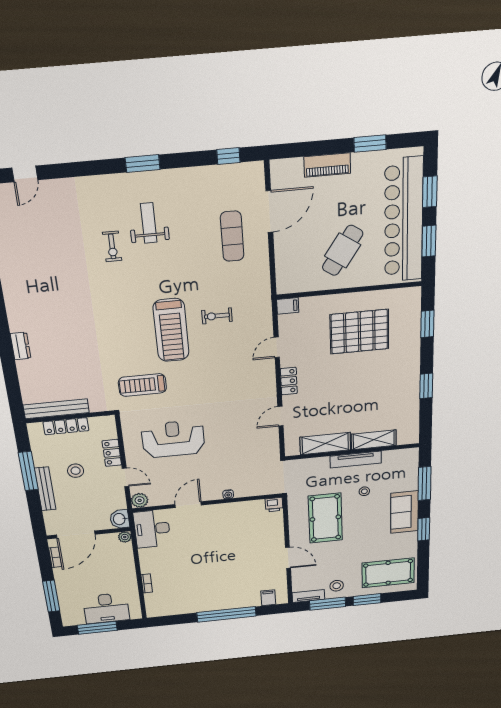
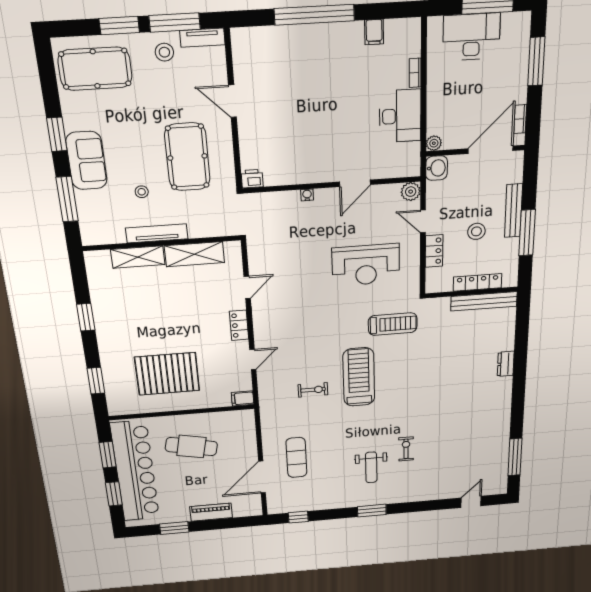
cafe table: (343, 250) -> (191, 447), turned 68
desk: (152, 529) -> (400, 116), moved
filing cabinet: (268, 598) -> (374, 32), moved

